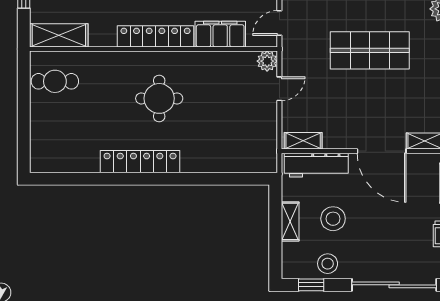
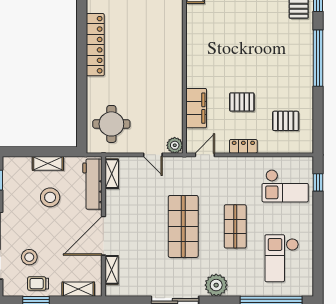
door: (279, 23) -> (205, 155), hinge flipped
locker: (156, 36) -> (194, 57), removed
round table: (159, 98) -> (111, 124), moved
stool: (328, 264) -> (29, 257), moved

